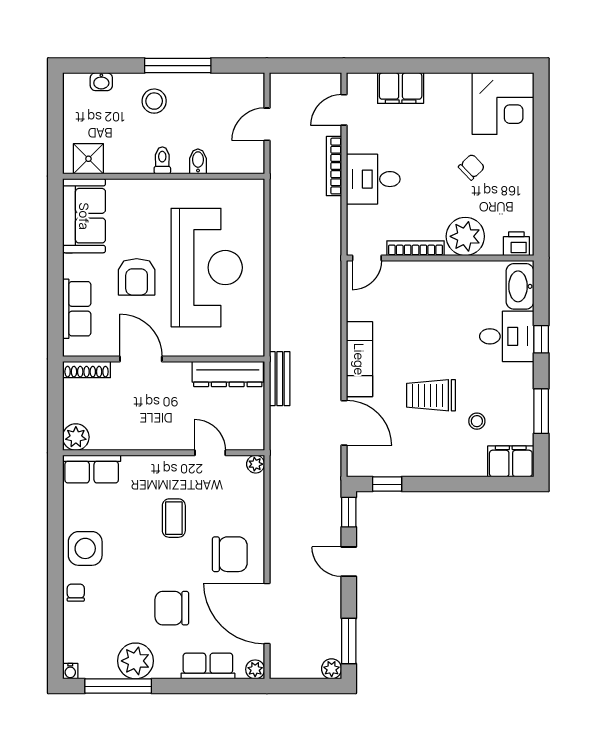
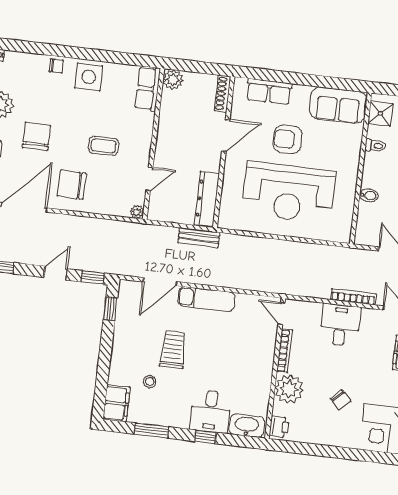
toilet: (162, 160) -> (375, 146), moved
chair: (230, 554) -> (72, 185), turned 90

